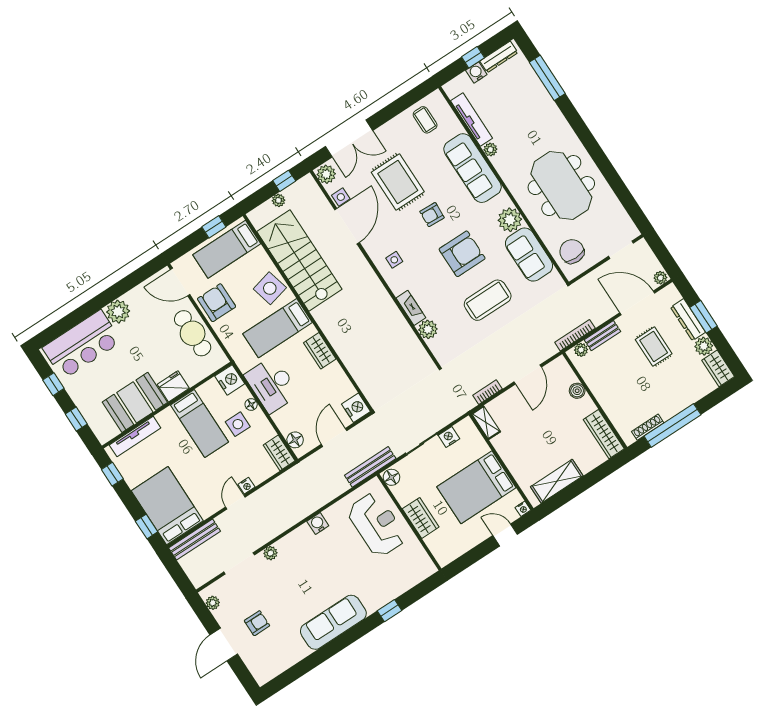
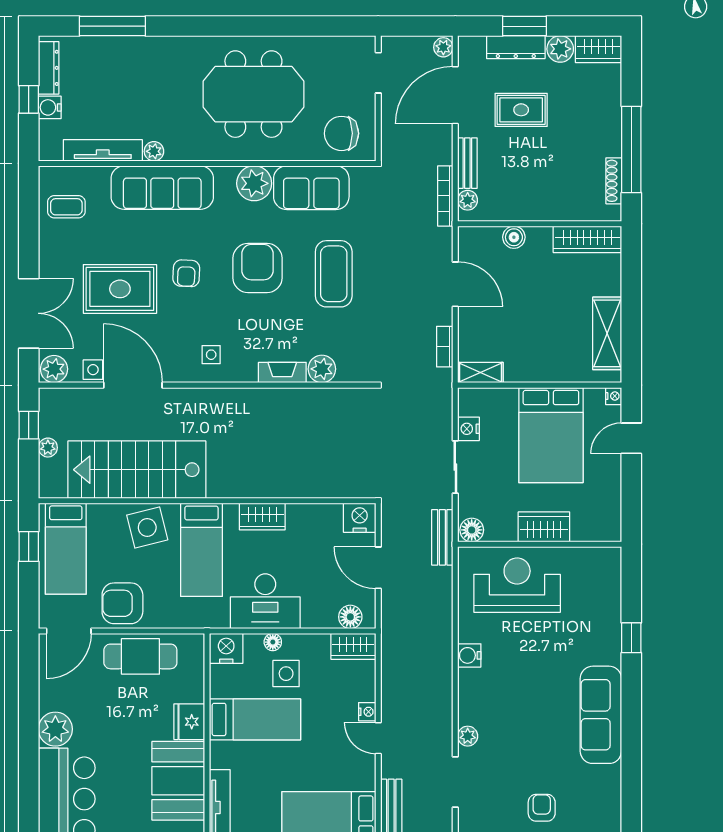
bench: (370, 467) -> (442, 537), width x0.73

